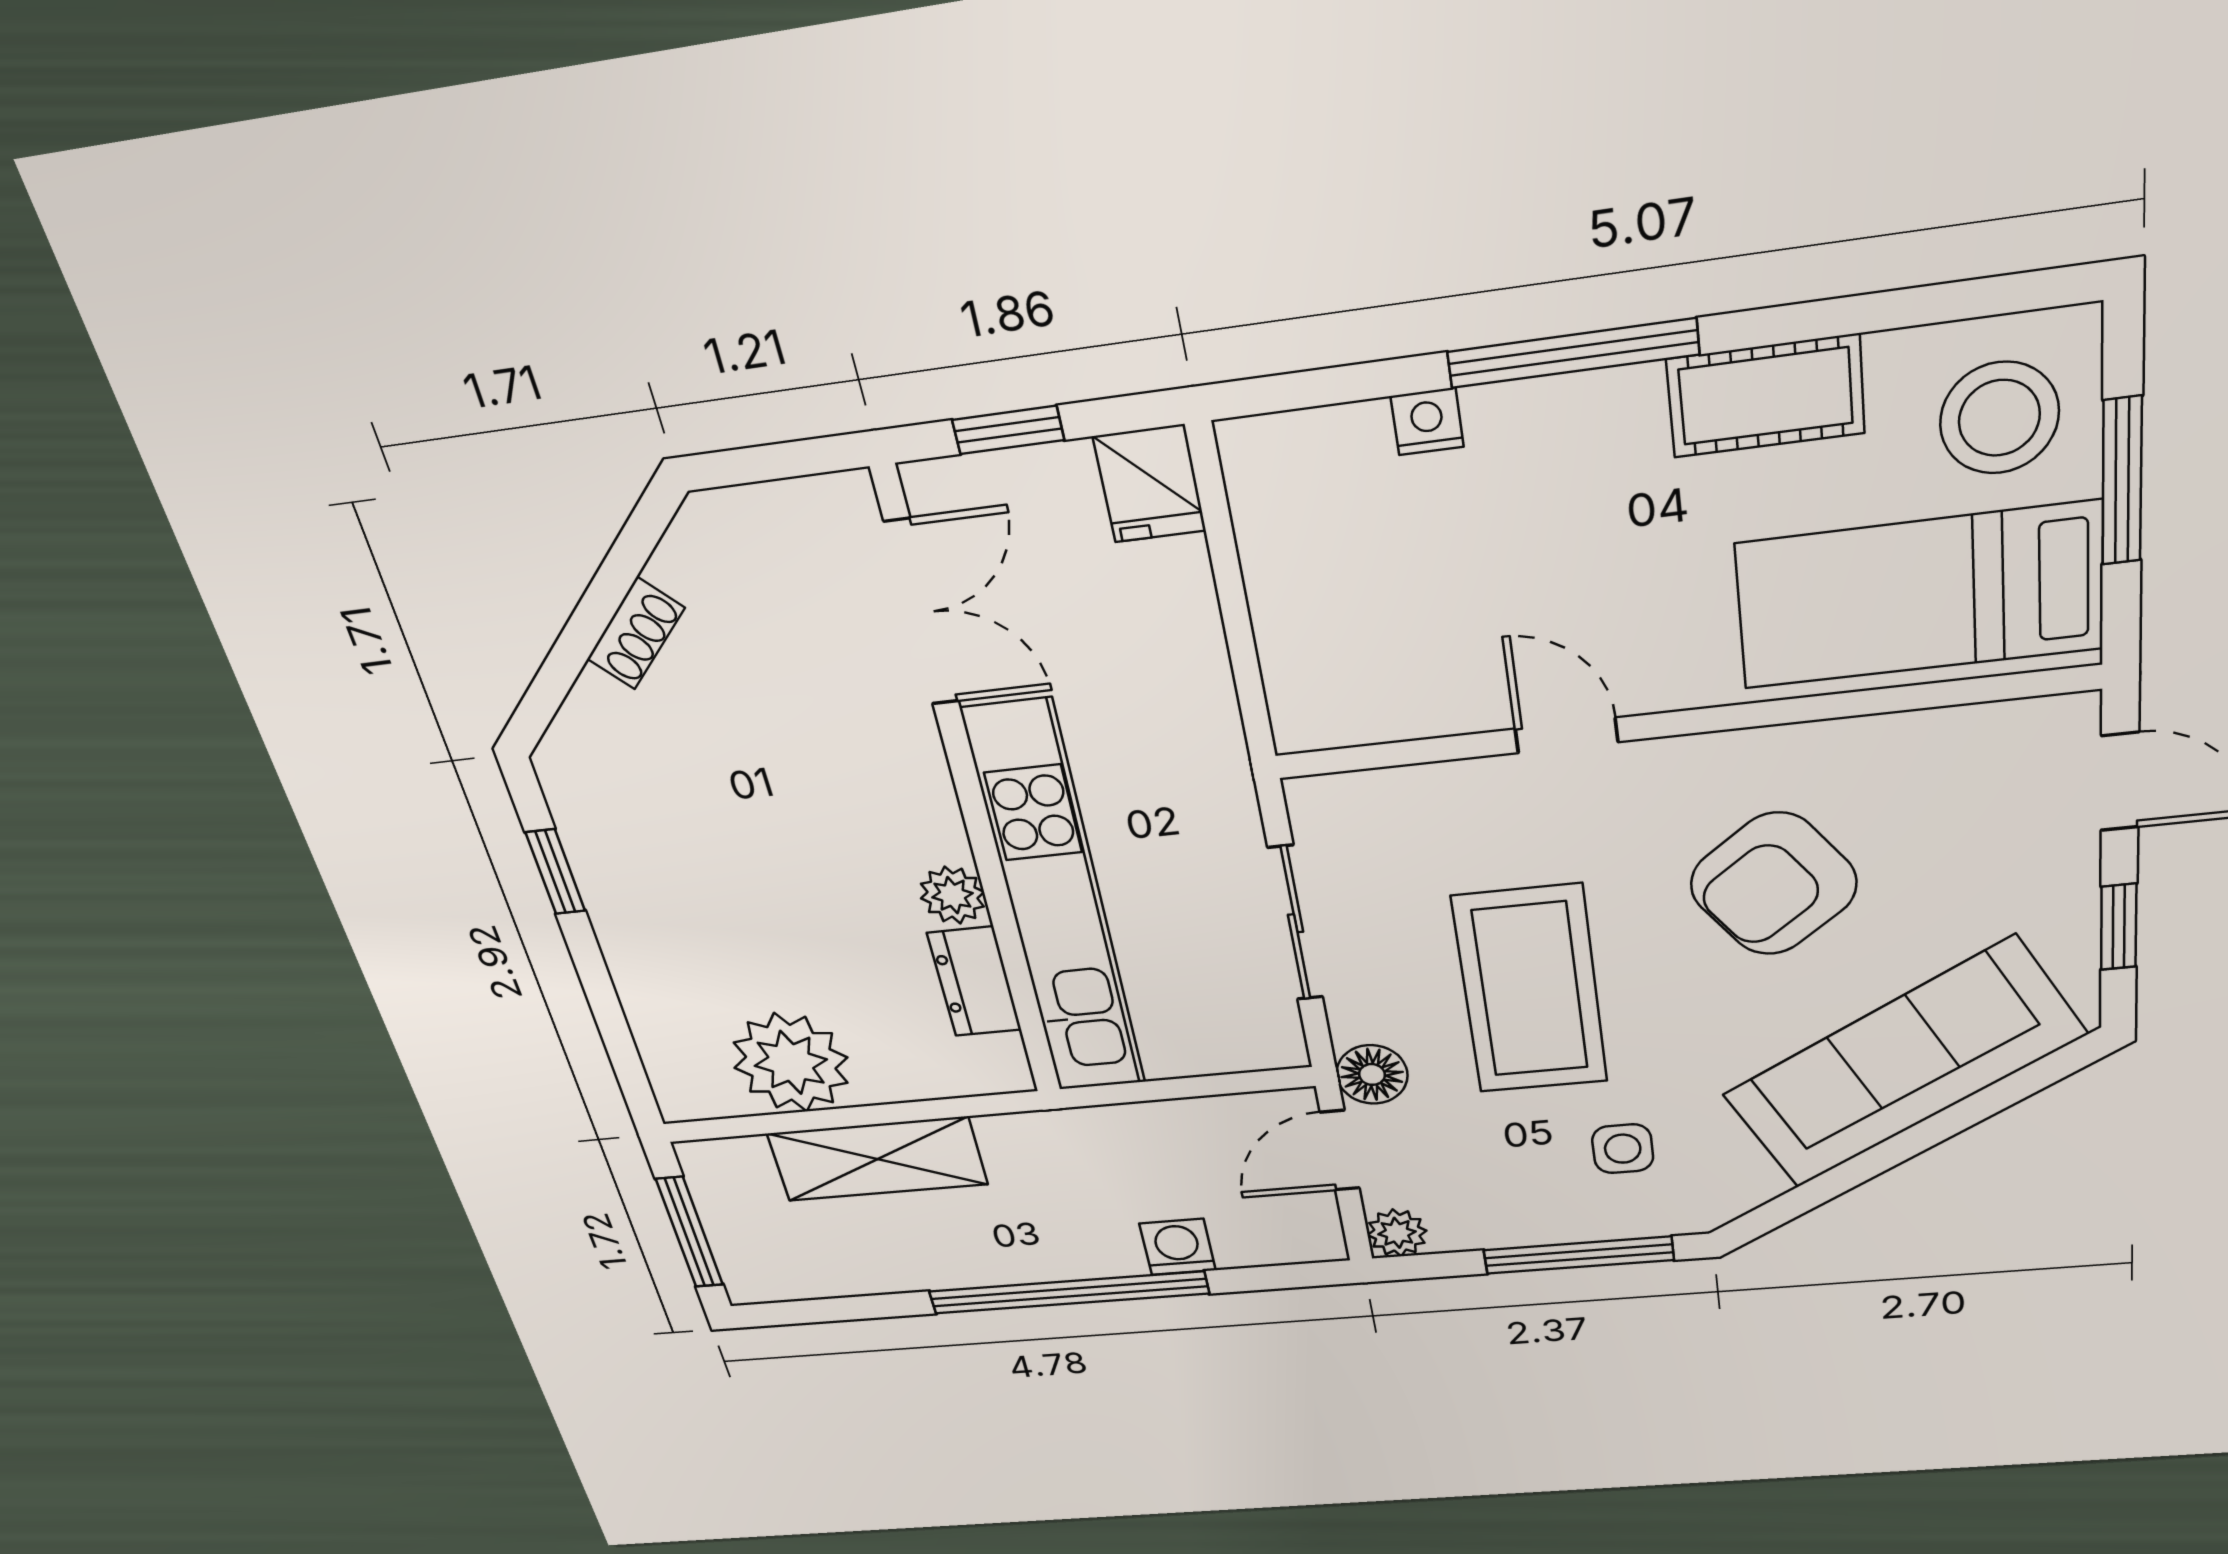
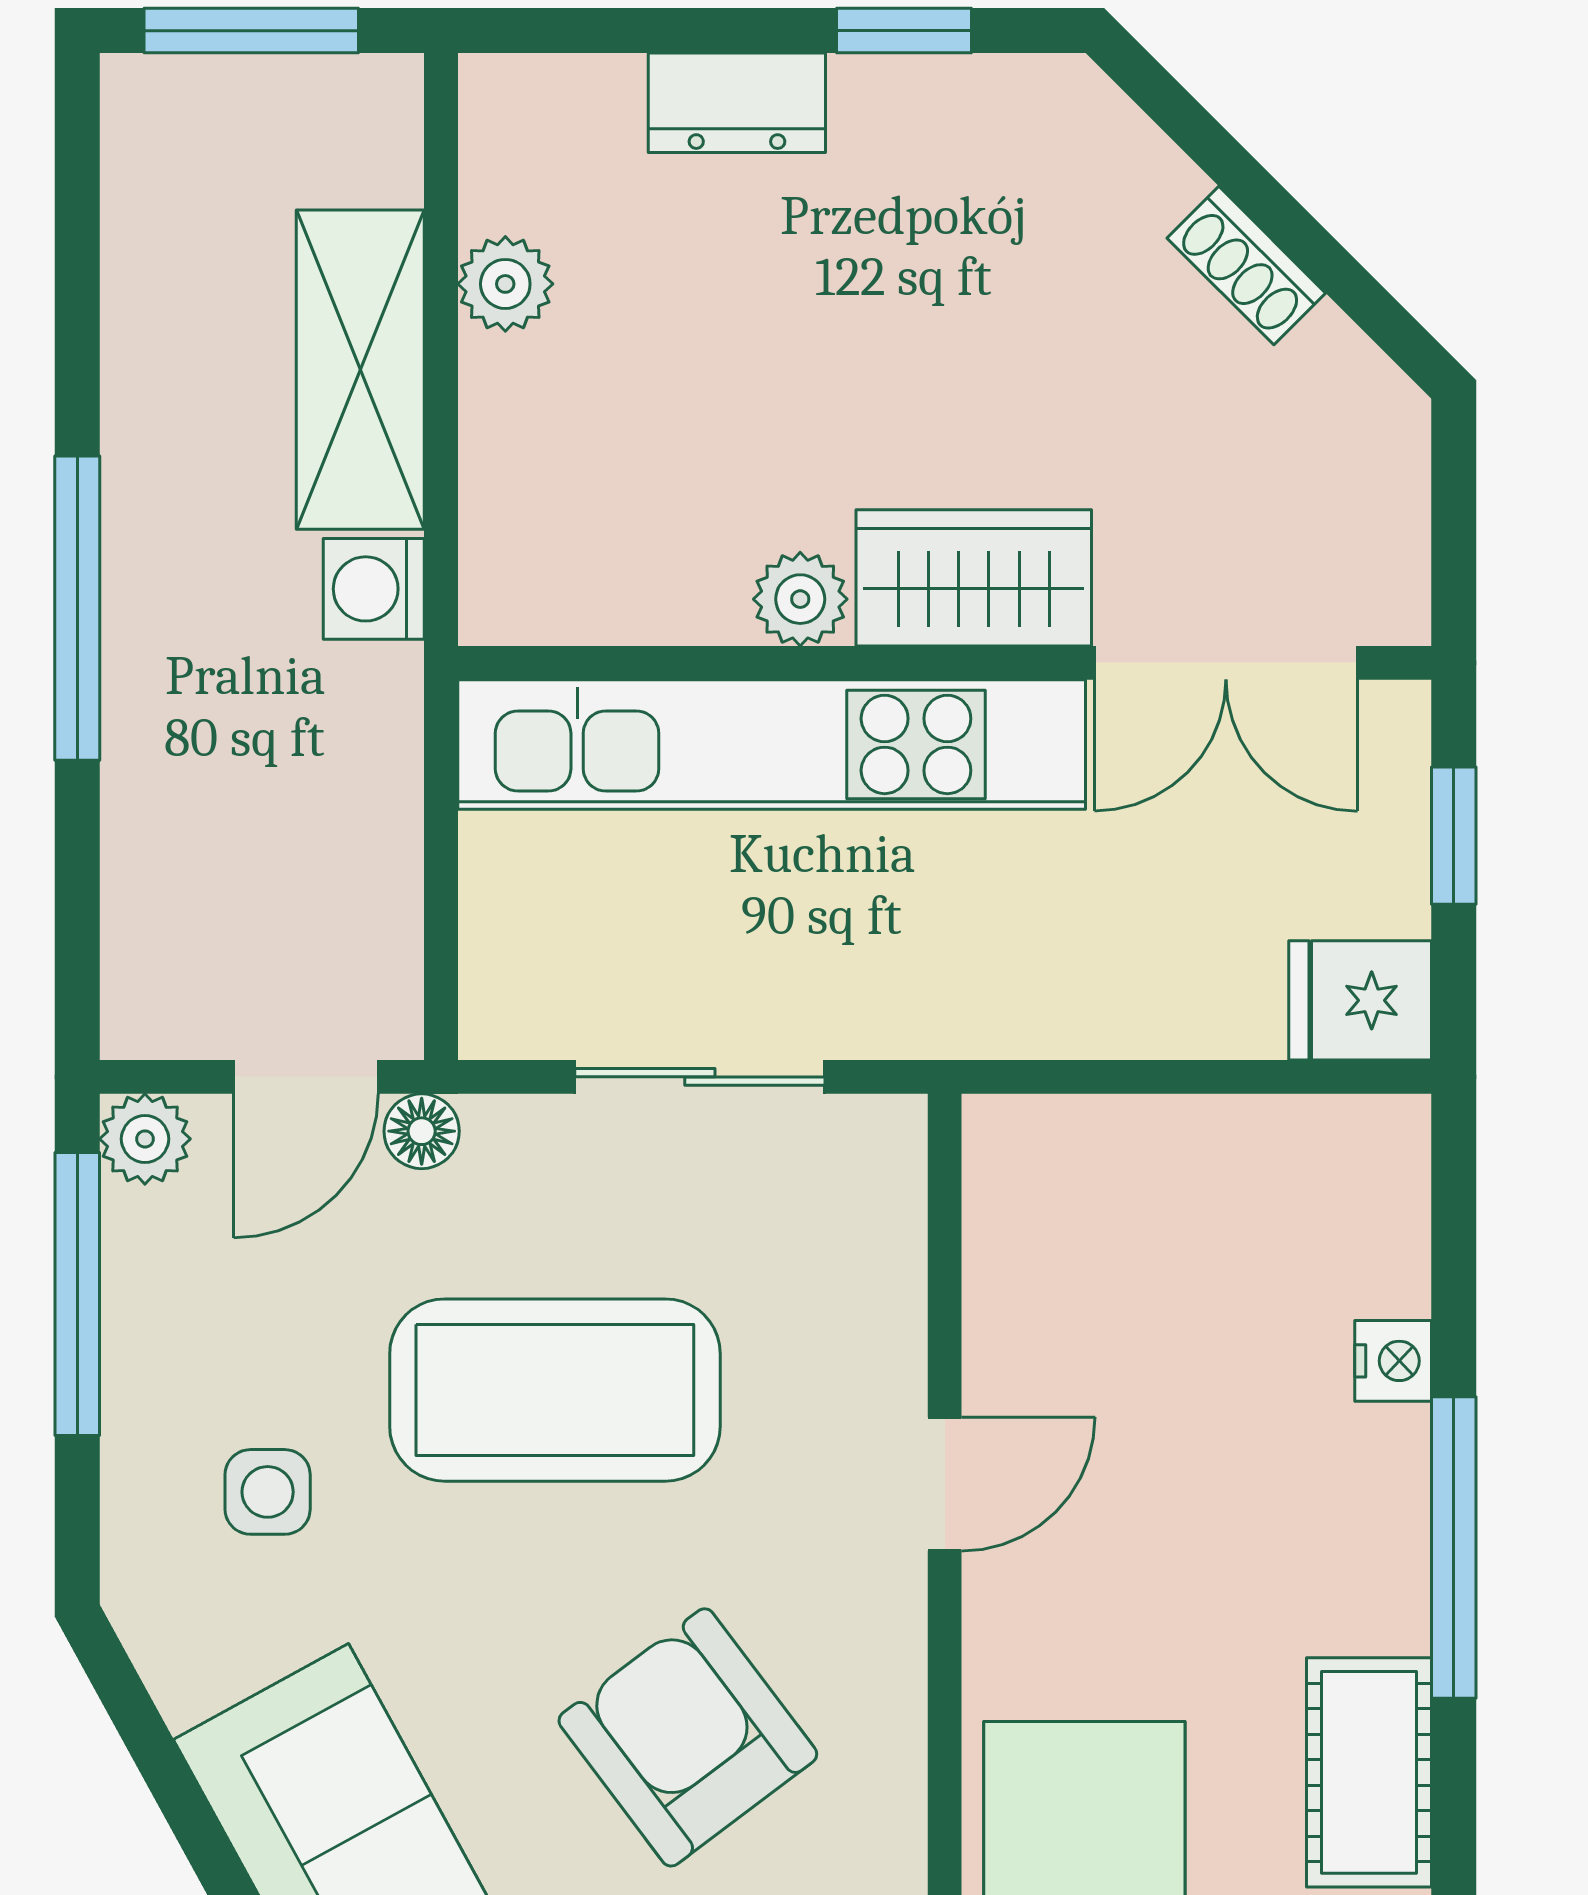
wardrobe: (908, 788) -> (974, 578), added
dresser: (975, 982) -> (737, 103), moved, turned 180
plant: (791, 1063) -> (505, 284), width x0.53, depth x0.53
floor lamp: (1372, 1074) -> (422, 1131), width x0.73, depth x0.73
door: (1340, 1150) -> (306, 1077), swing flipped
washing machine: (1177, 1247) -> (374, 589), moved, turned 180
window: (1579, 1255) -> (77, 1294), moved
window: (1068, 1292) -> (77, 608), width x0.68

